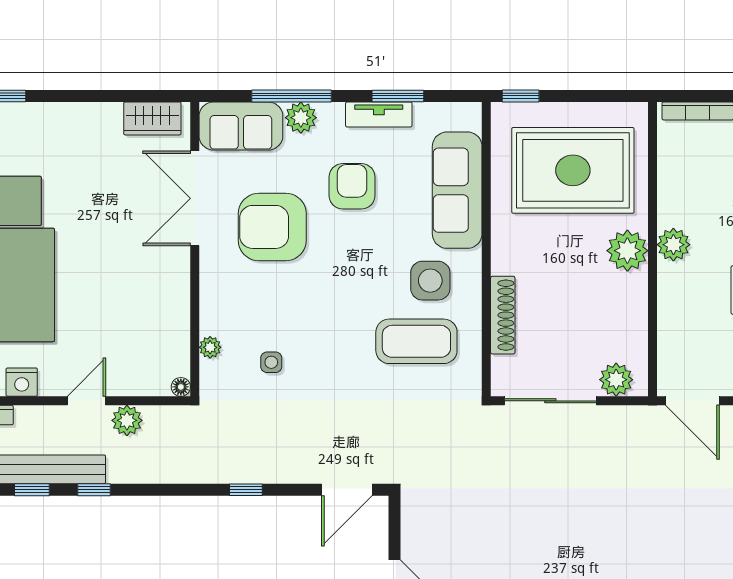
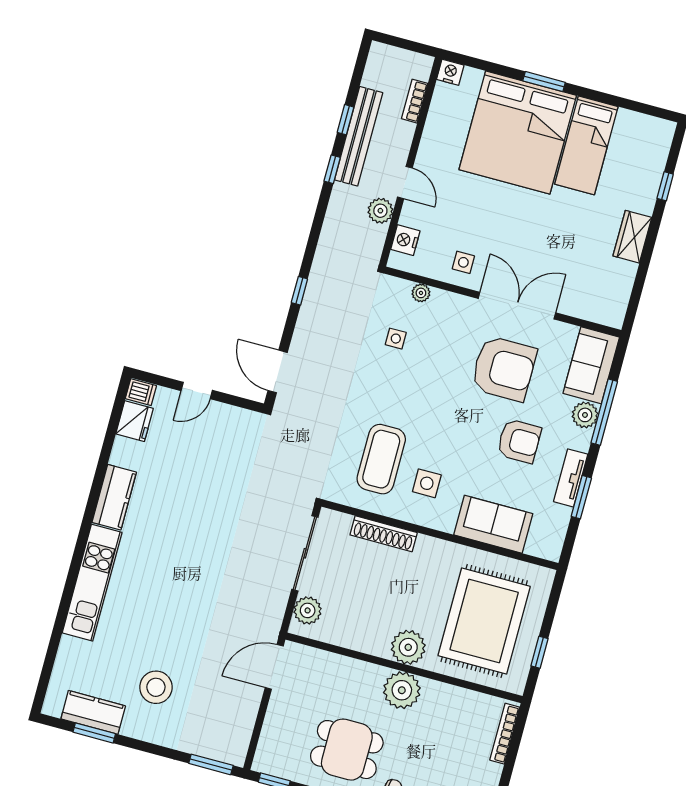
window: (521, 96) -> (539, 652), moved
wardrobe: (152, 118) -> (632, 237), moved
sofa: (457, 190) -> (493, 524), width x0.73
double door: (195, 198) -> (517, 306), moved
armchair: (272, 227) -> (504, 369), turned 90
plant: (673, 245) -> (402, 690), width x1.36, depth x1.36
side table: (430, 281) -> (427, 483), width x0.73, depth x0.73
side table: (161, 307) -> (463, 262), added
nightstand: (22, 382) -> (405, 240), moved
floor lamp: (181, 387) -> (396, 261), removed

